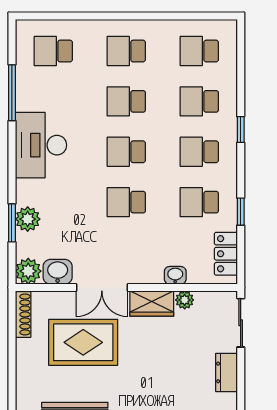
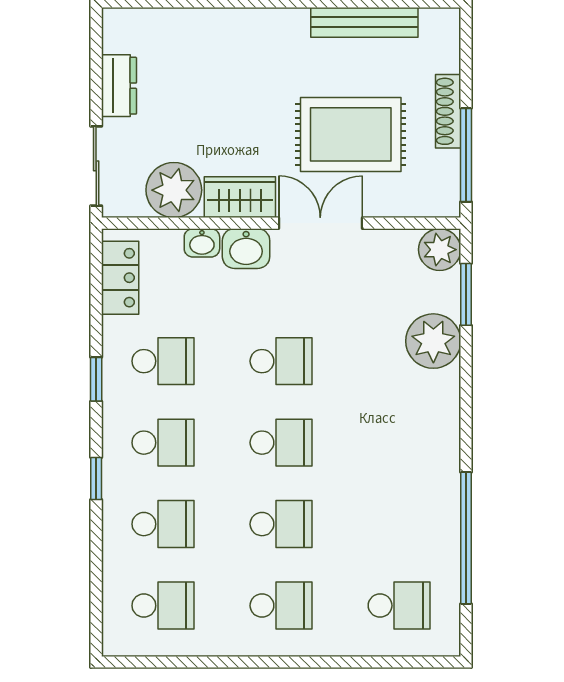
window: (12, 93) -> (466, 538), width x1.46
desk: (41, 145) -> (419, 453), removed
window: (241, 212) -> (96, 379), moved
plant: (28, 219) -> (433, 341), width x1.36, depth x1.36
window: (12, 223) -> (466, 294), moved
washbasin: (58, 272) -> (246, 249), moved
plant: (185, 300) -> (174, 190), width x1.88, depth x1.88
shoe rack: (23, 314) -> (448, 111), moved
window: (12, 330) -> (466, 155), added

